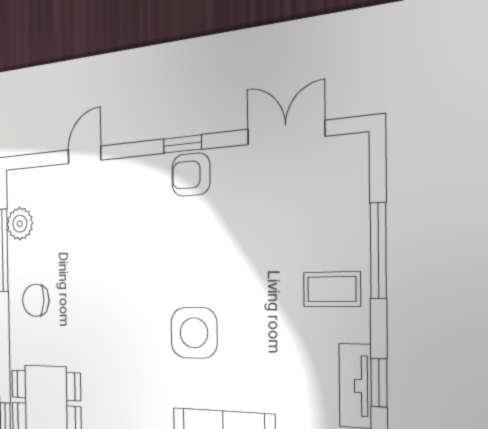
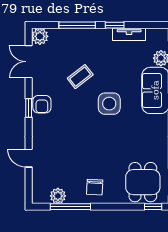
plant: (348, 155) -> (40, 36), added
coffee table: (332, 289) -> (80, 77), moved, turned 52
window: (379, 383) -> (115, 25), moved

